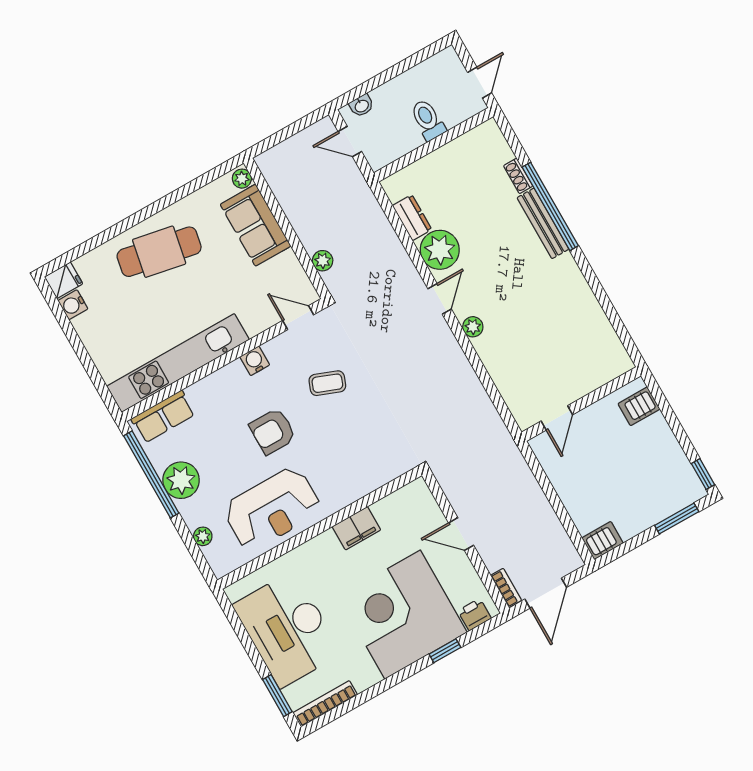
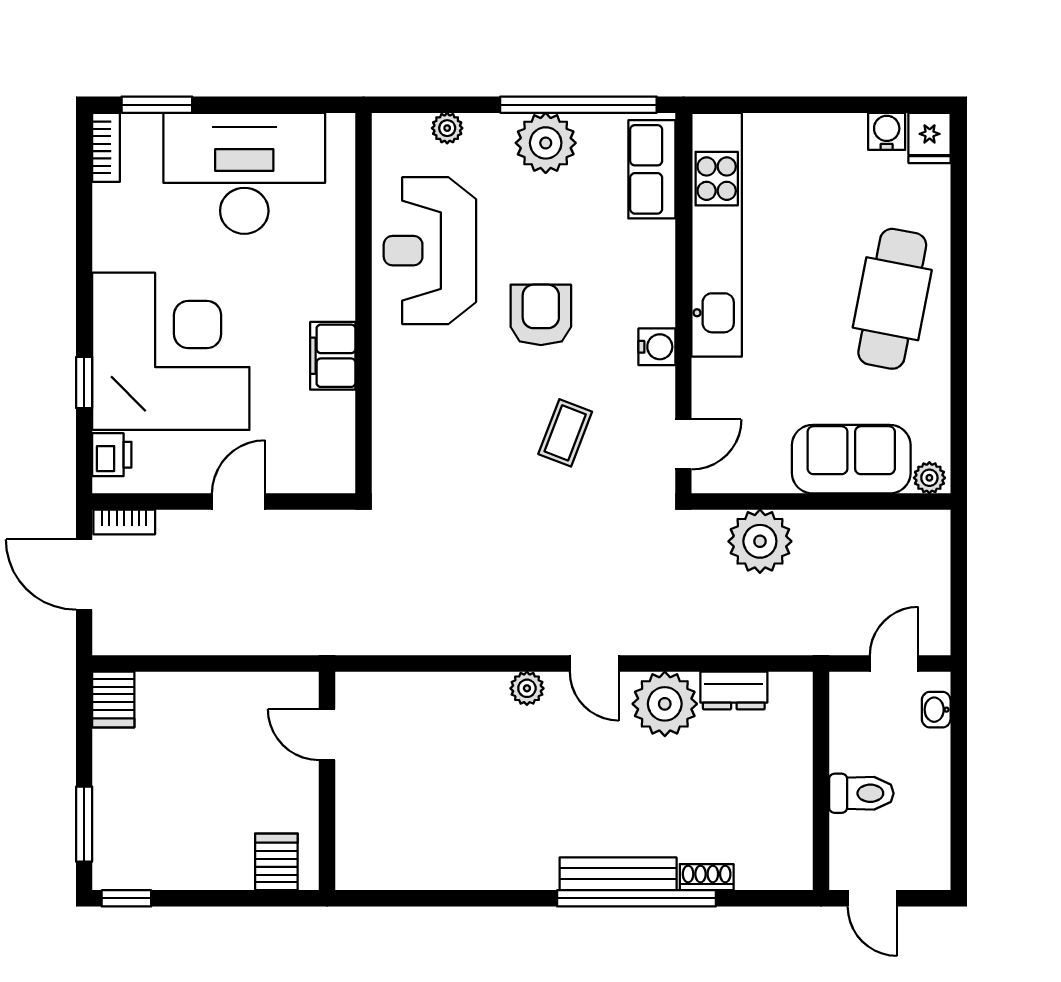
plant: (323, 261) -> (760, 541), width x1.88, depth x1.88
bookcase: (325, 704) -> (106, 147), width x0.64

